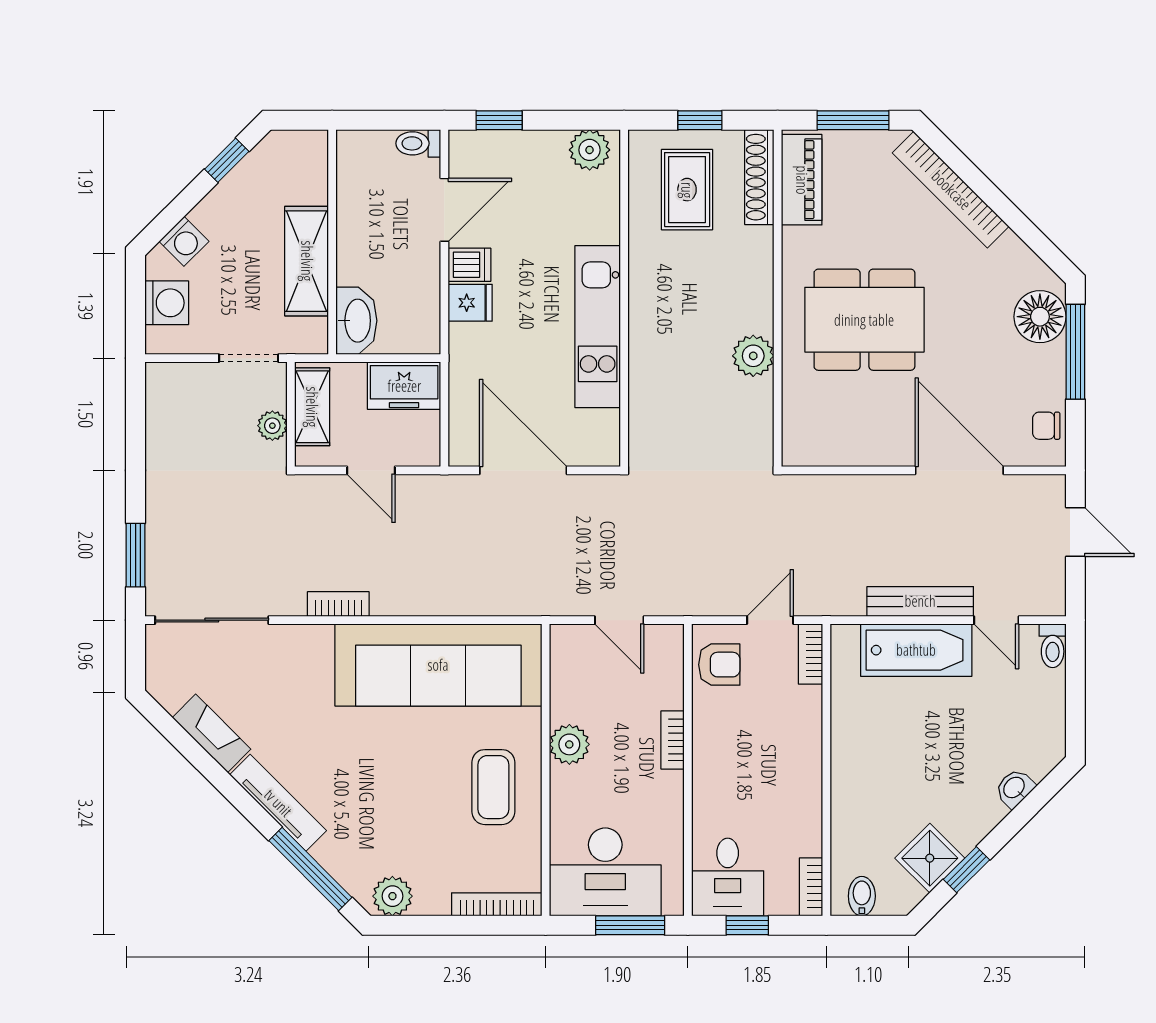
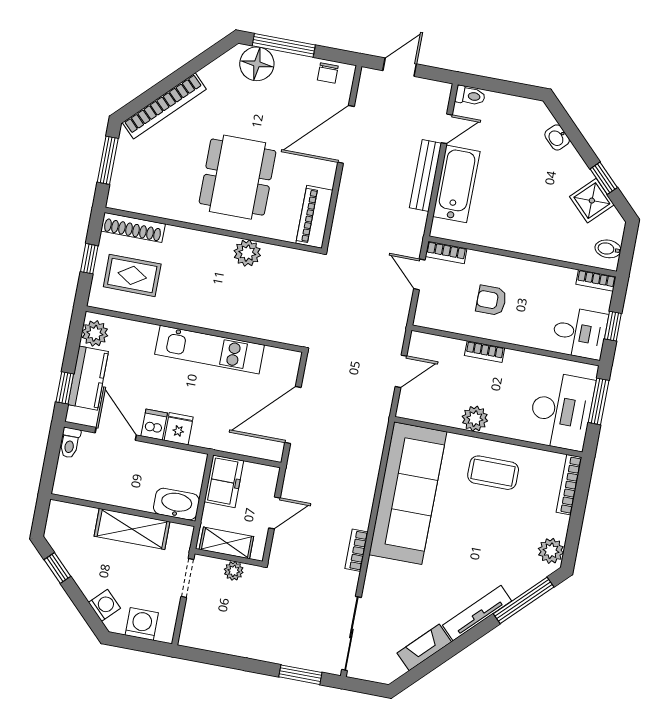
kitchen counter: (520, 152) -> (88, 378), added
piano: (802, 180) -> (314, 217), moved, turned -90
armchair: (719, 665) -> (491, 300), moved, turned -90

